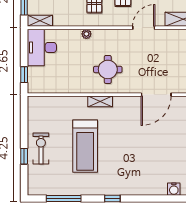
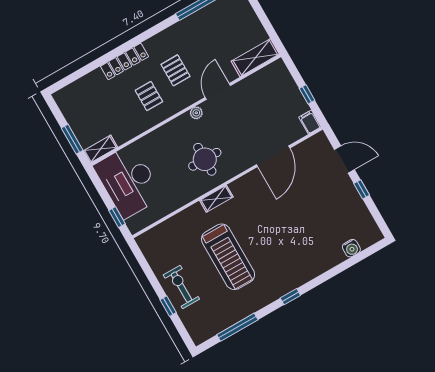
plant: (86, 34) -> (196, 113), moved
desk: (42, 47) -> (128, 181), width x1.36, depth x1.30

